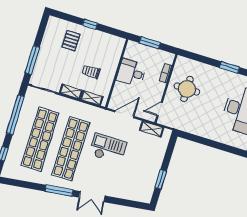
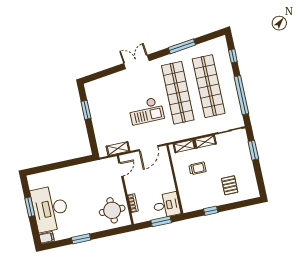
window: (90, 24) -> (211, 211), moved
window: (32, 60) -> (253, 150), width x0.69
desk: (131, 73) -> (167, 205), moved
round table: (187, 89) -> (112, 210), moved
window: (59, 191) -> (182, 46), moved

